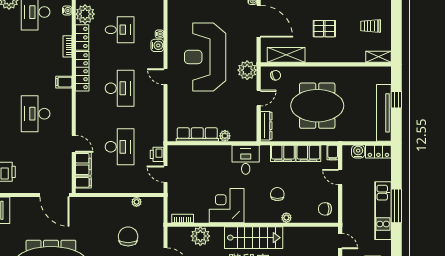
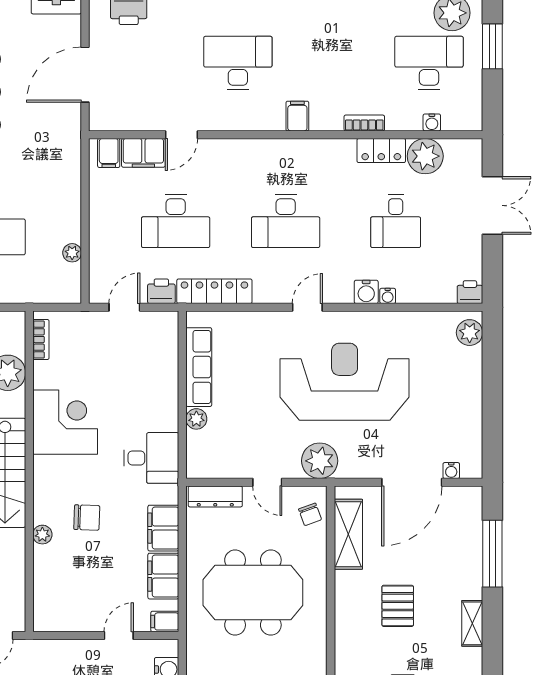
locker: (82, 71) -> (214, 291), moved, turned 180
meeting table: (317, 106) -> (253, 593), turned 90
door: (54, 195) -> (85, 75), moved
chair: (325, 209) -> (59, 607), removed

